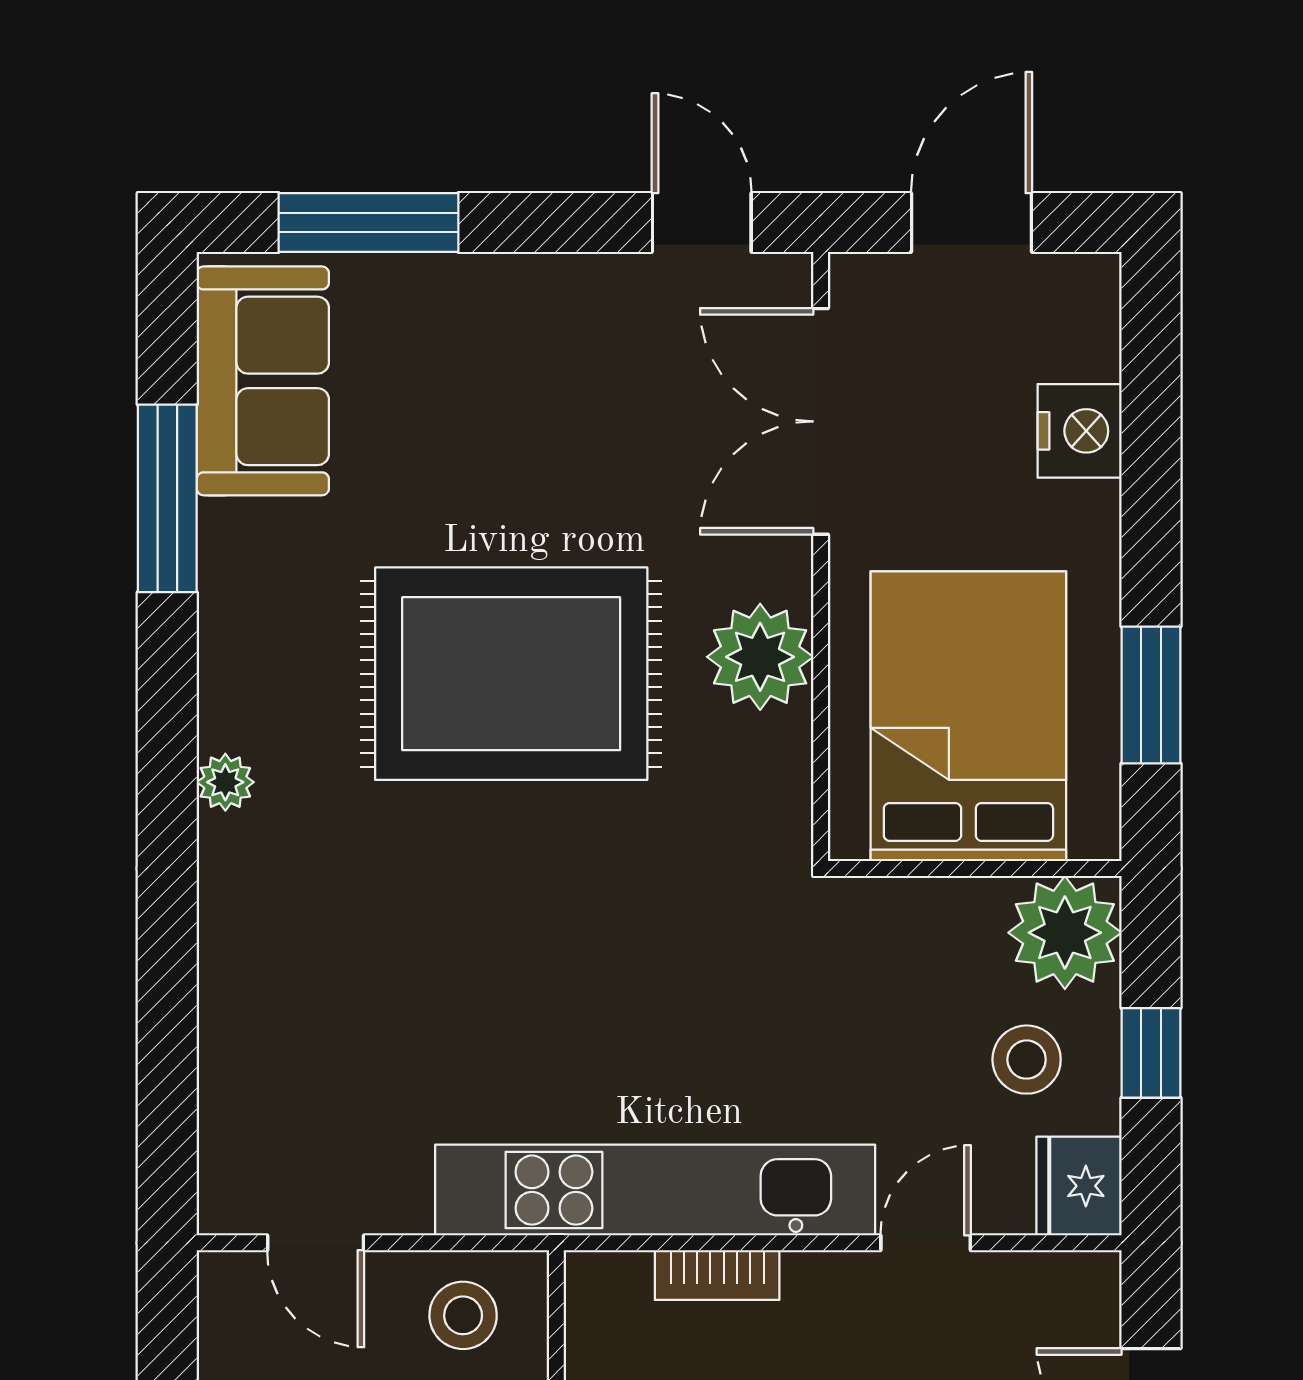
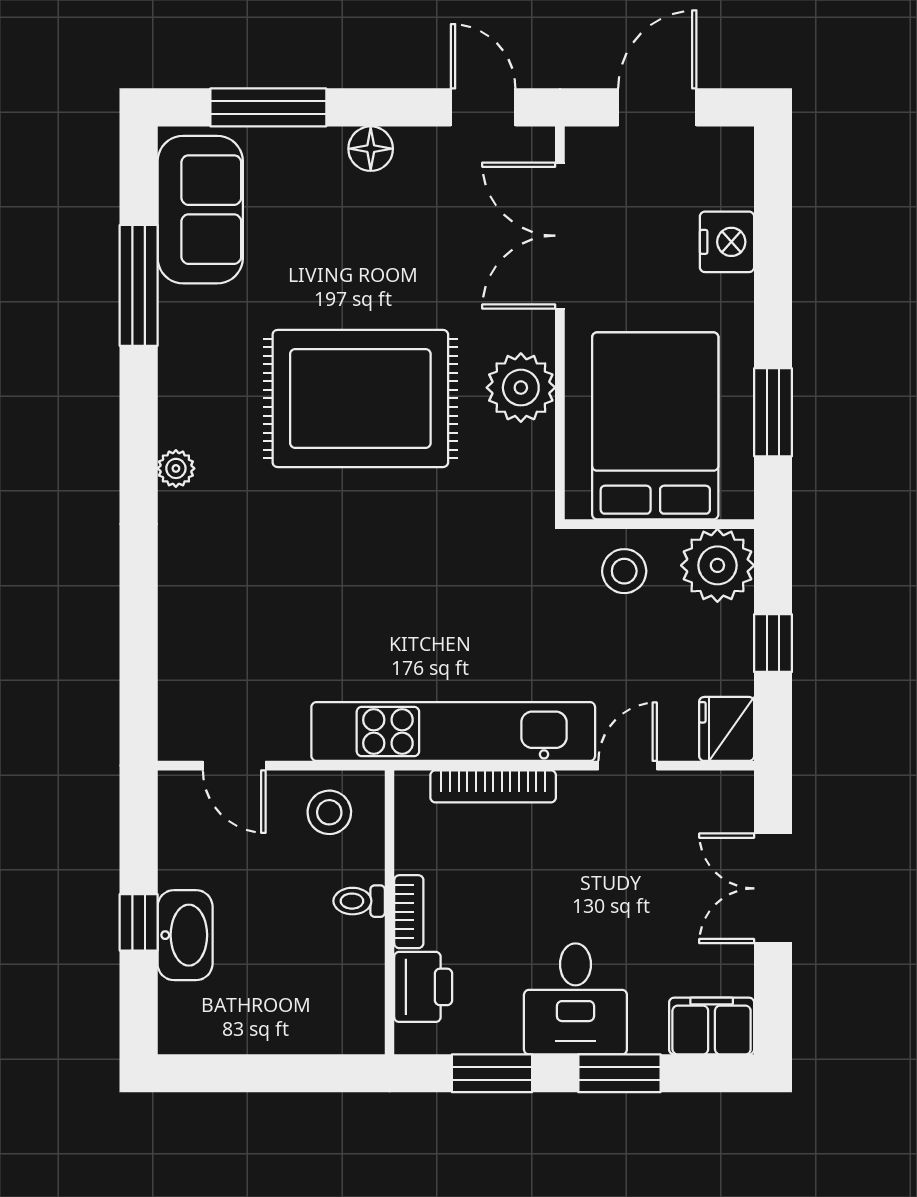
floor lamp: (527, 286) -> (371, 149), added
stool: (1027, 1060) -> (624, 571), moved
bookcase: (717, 1275) -> (493, 786), width x1.56

